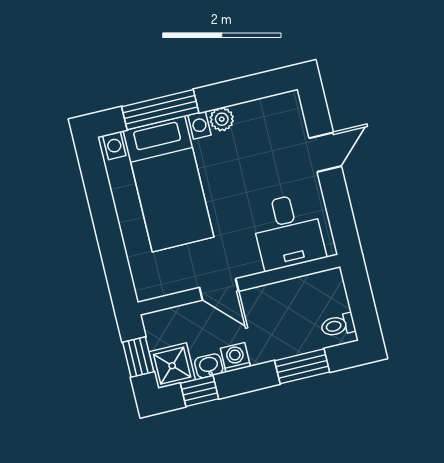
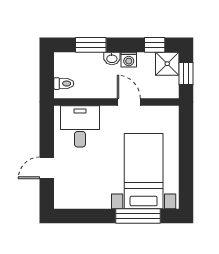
plant: (222, 119) -> (103, 202), removed
toilet: (338, 325) -> (64, 84), moved
washbasin: (209, 366) -> (112, 58), moved

